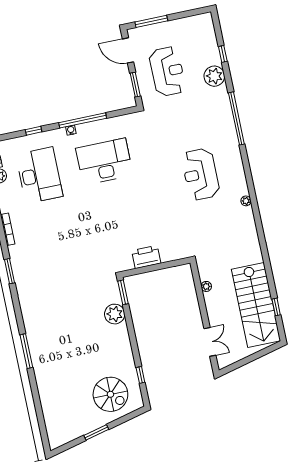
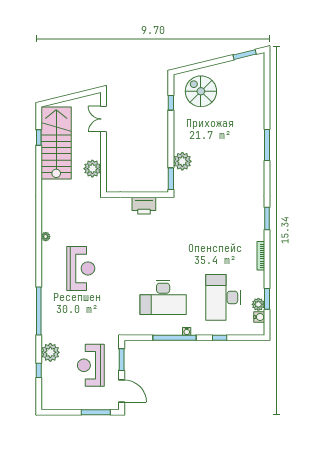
plant: (206, 286) -> (92, 169), width x1.88, depth x1.88
window: (96, 432) -> (245, 55), moved

